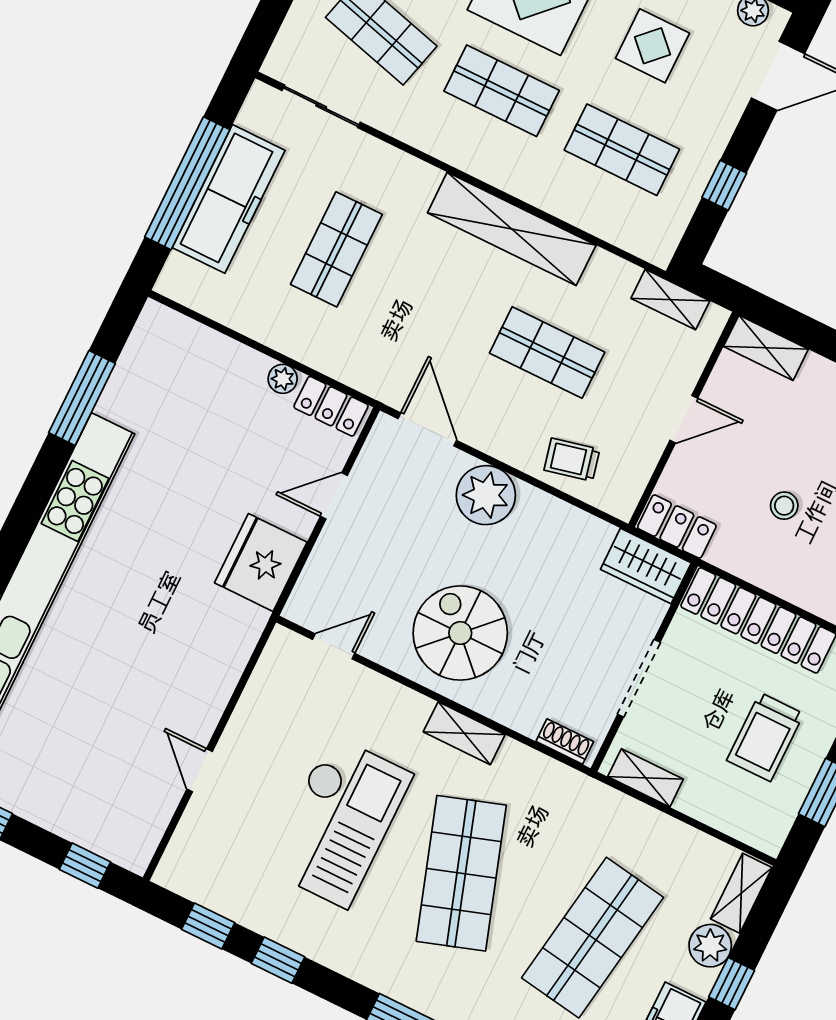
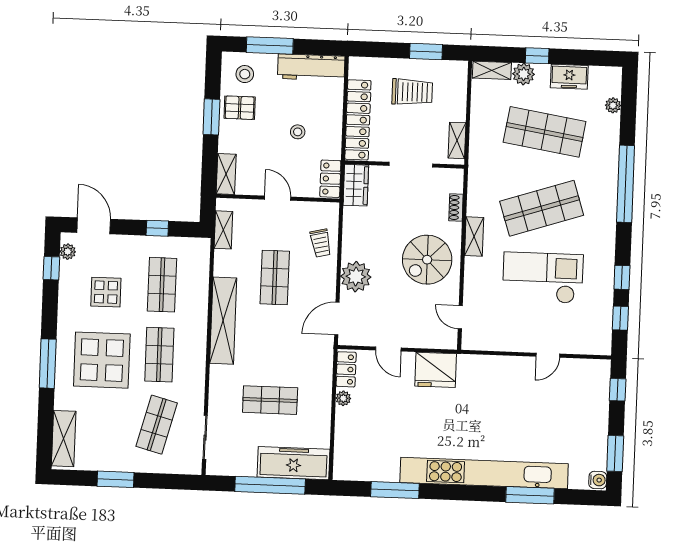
freezer: (229, 199) -> (294, 463), moved
shoe rack: (565, 741) -> (456, 208), moved

